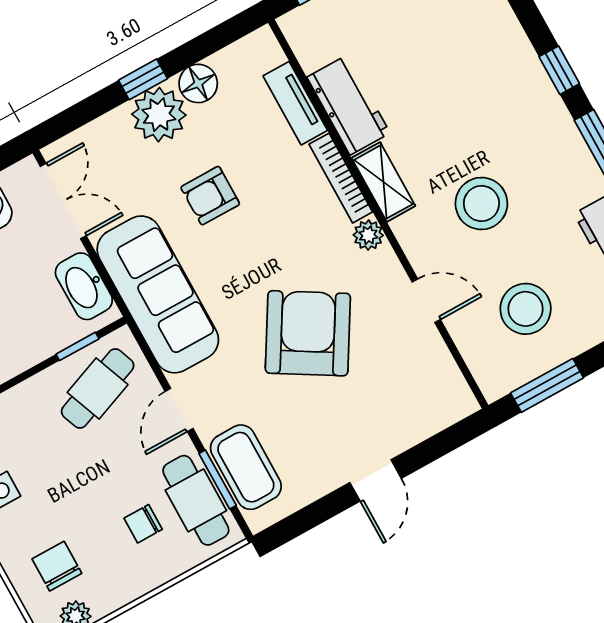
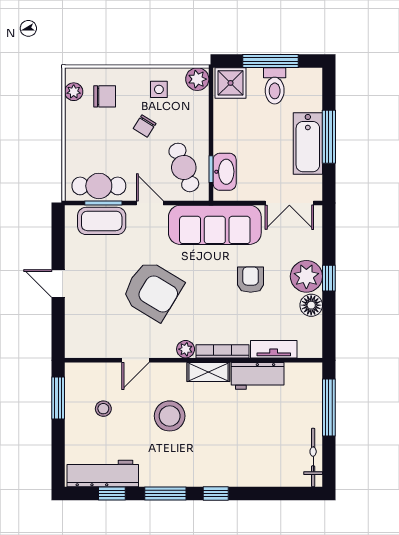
washbasin: (84, 286) -> (225, 172), moved, turned 90
stool: (526, 309) -> (103, 409), width x0.53, depth x0.53
chair: (143, 524) -> (145, 126), moved, turned -148

